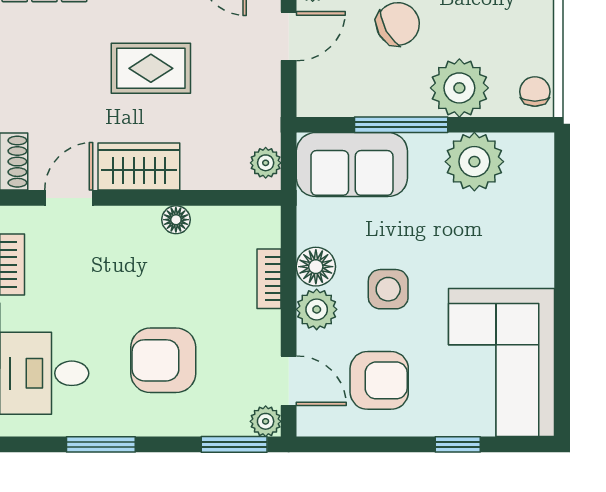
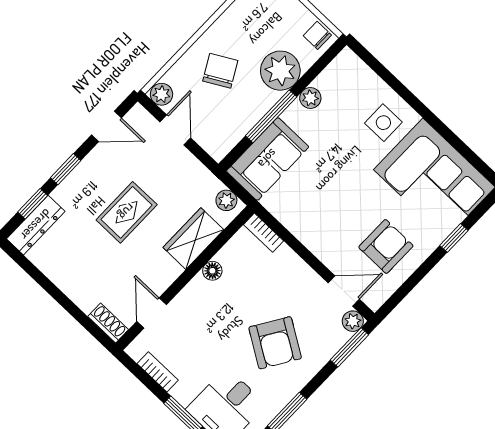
plant: (474, 162) -> (310, 98), width x0.53, depth x0.53
wardrobe: (139, 167) -> (193, 239), moved
floor lamp: (316, 267) -> (301, 224), removed
bookcase: (269, 279) -> (264, 233), moved
side table: (388, 289) -> (383, 123), moved
plant: (317, 309) -> (322, 244), removed
armchair: (163, 360) -> (275, 343), turned -58

